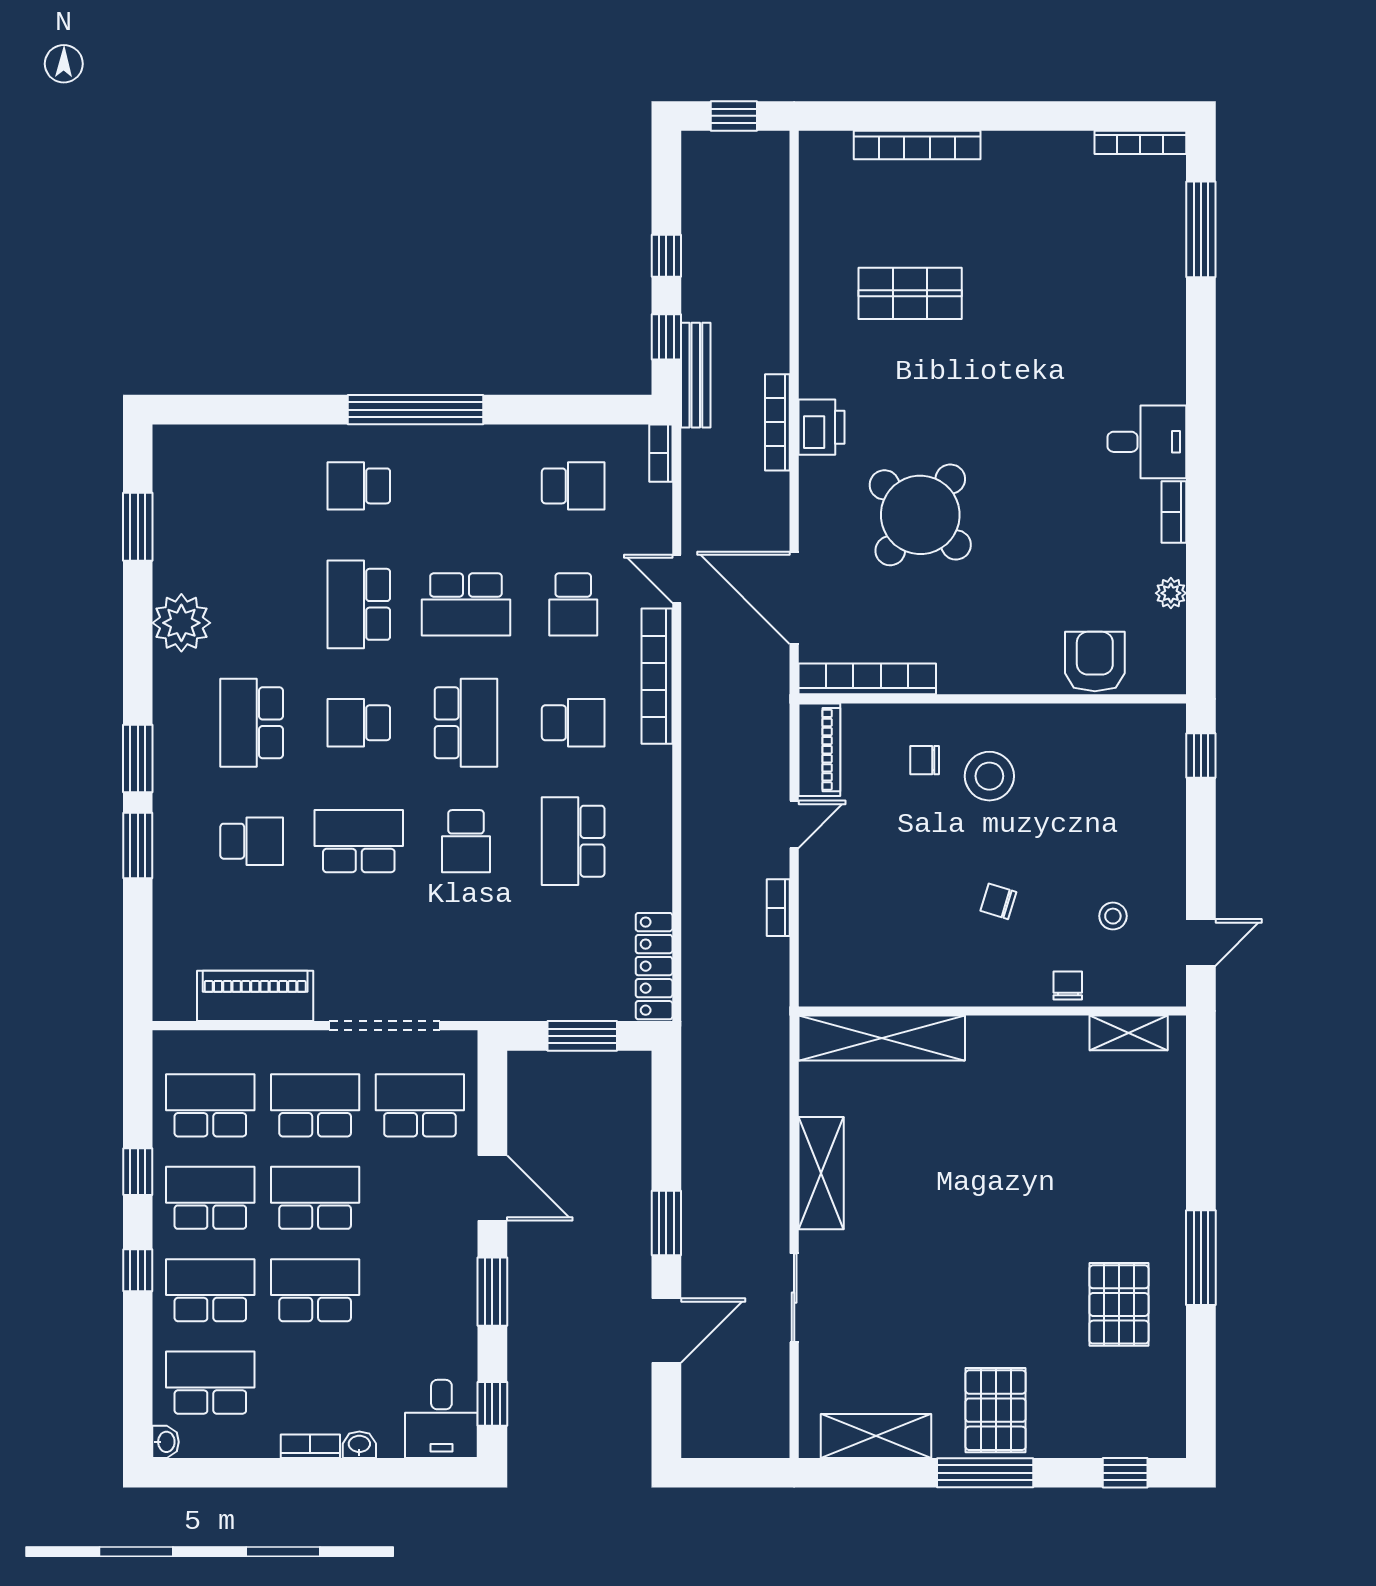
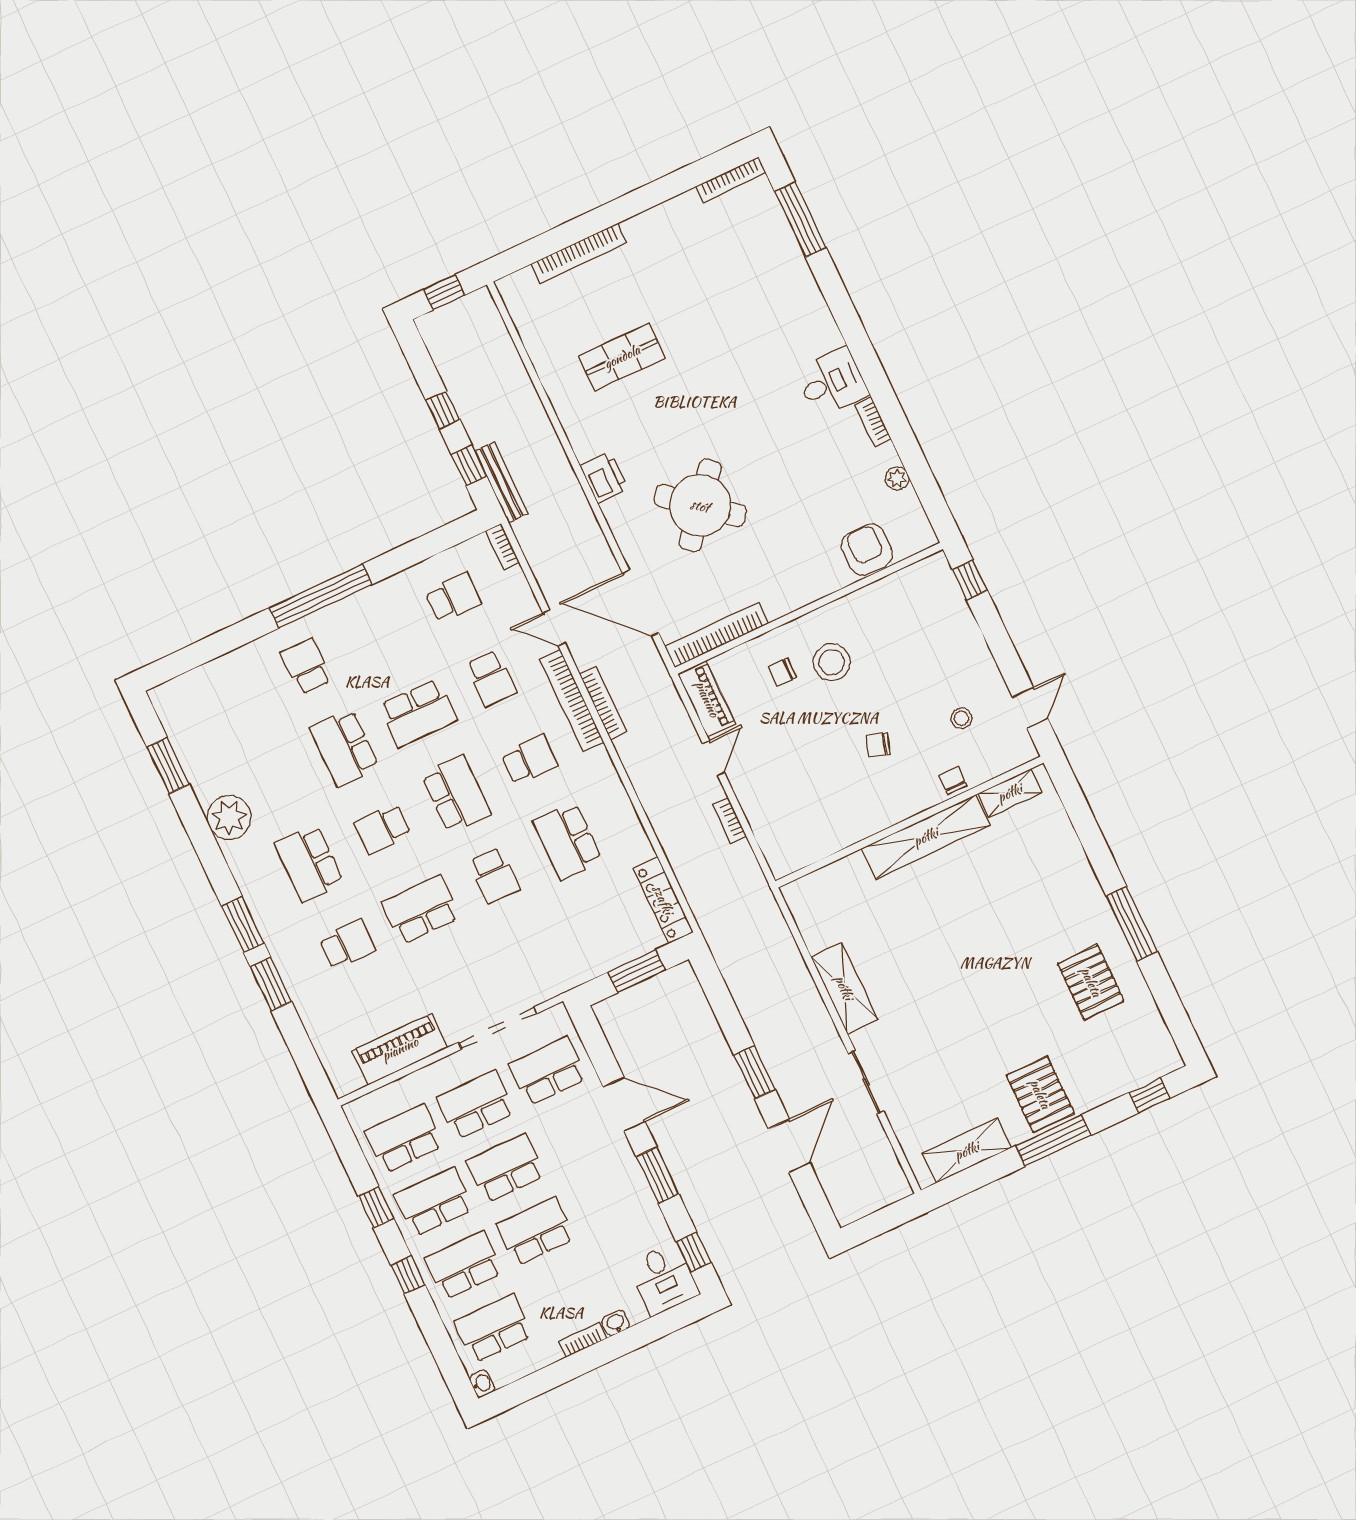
bookcase: (777, 422) -> (603, 703), moved, turned 180
school desk: (359, 486) -> (306, 667), turned 90
shelving: (882, 1038) -> (926, 837), moved

